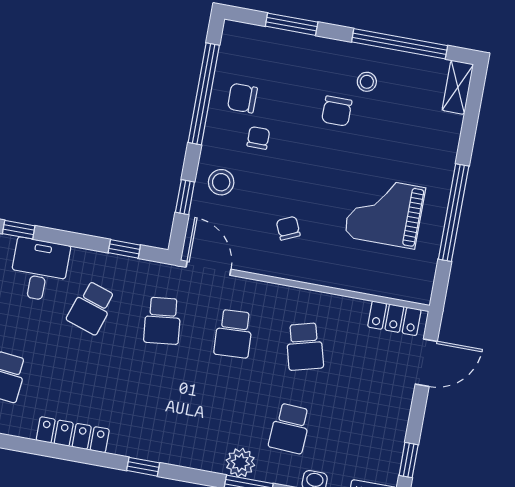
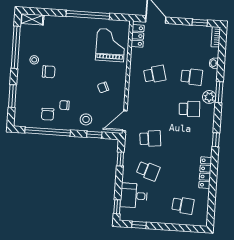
grand piano: (385, 212) -> (110, 45), moved, turned 180
school desk: (234, 334) -> (189, 109), moved

